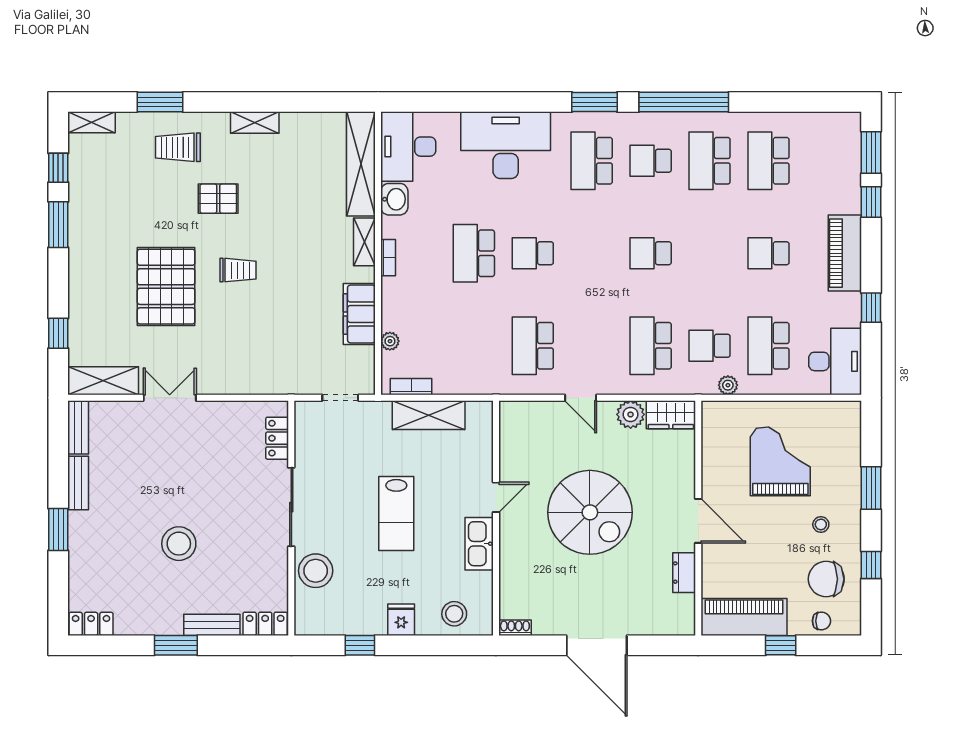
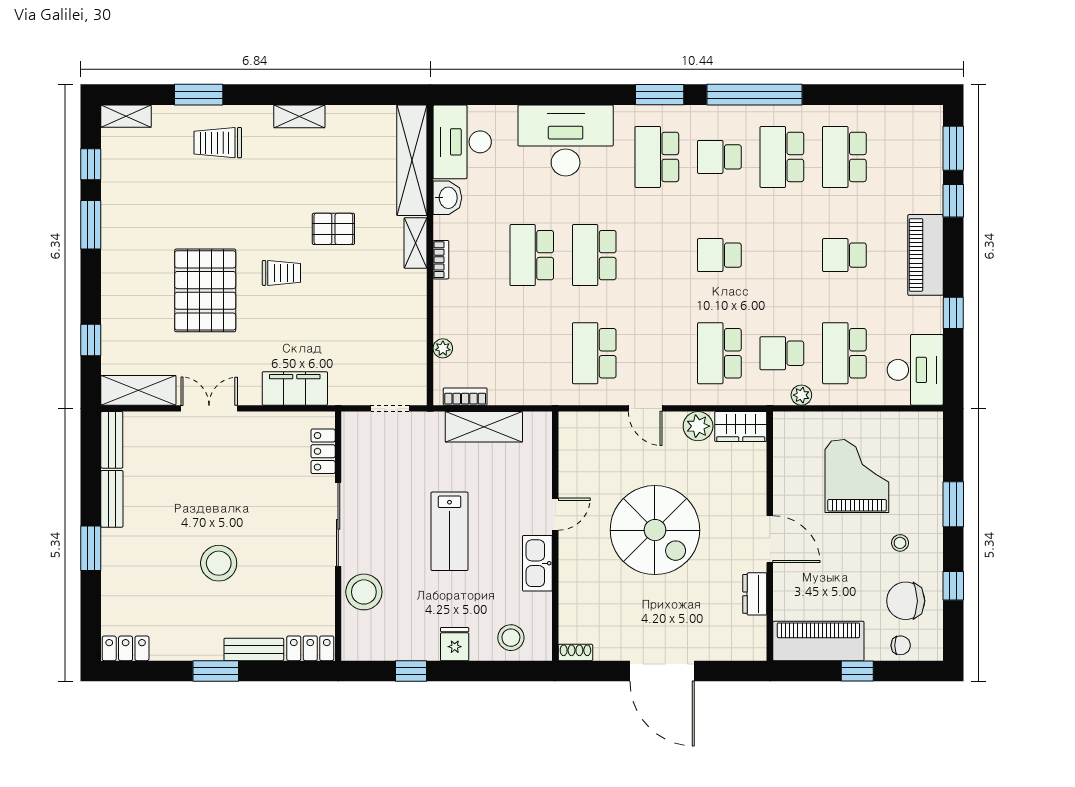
pallet: (218, 199) -> (333, 229), moved
school desk: (533, 253) -> (594, 255), width x1.85
filing cabinet: (359, 314) -> (295, 388), moved, turned 90

